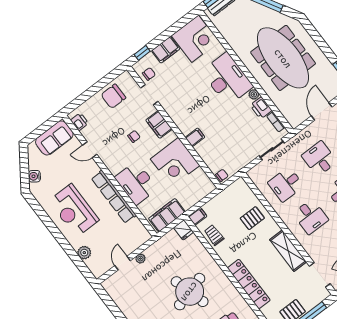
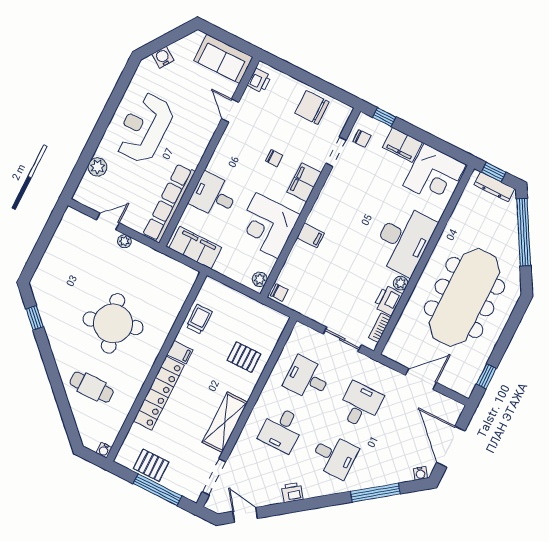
desk: (136, 183) -> (214, 196), width x0.73
plant: (207, 184) -> (260, 279), added
row of seats: (114, 197) -> (169, 203), moved
filing cabinet: (198, 216) -> (180, 352), moved
fridge: (183, 230) -> (187, 278), removed

